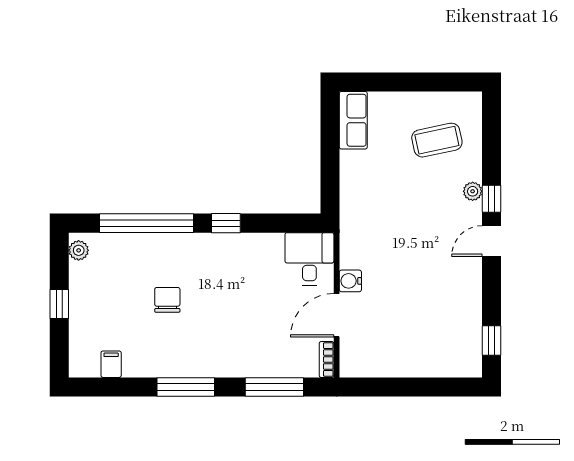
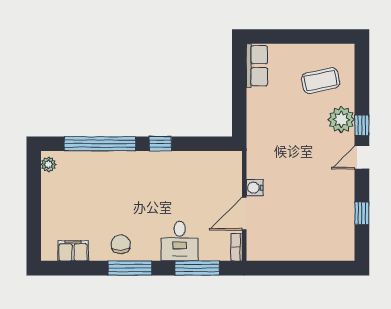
plant: (473, 191) -> (341, 120), width x1.87, depth x1.87
desk: (309, 259) -> (180, 241), moved, turned 180
chair: (167, 300) -> (121, 244), moved
window: (59, 304) -> (34, 205), removed
window: (491, 340) -> (362, 213), moved
filing cabinet: (111, 364) -> (73, 251), width x2.00

